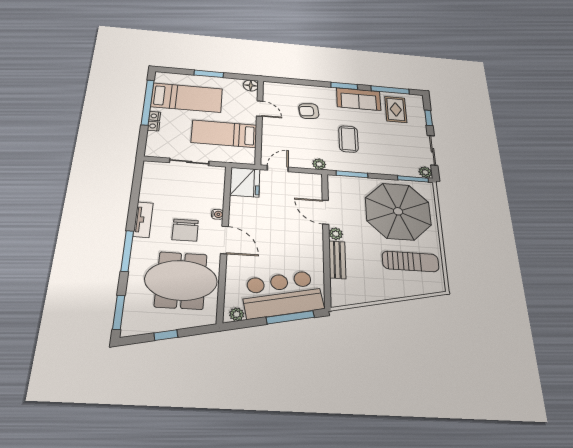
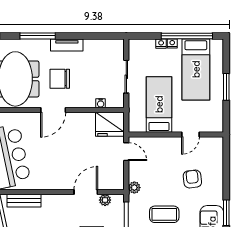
floor lamp: (251, 85) -> (217, 126), removed
water cooler: (217, 214) -> (101, 103), moved
plant: (336, 234) -> (105, 200), moved
bench: (337, 260) -> (24, 201), moved

